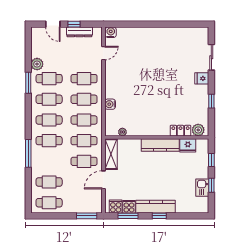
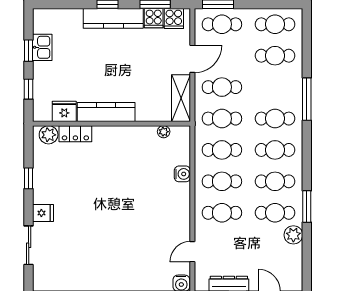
cafe table: (84, 203) -> (222, 24), added

